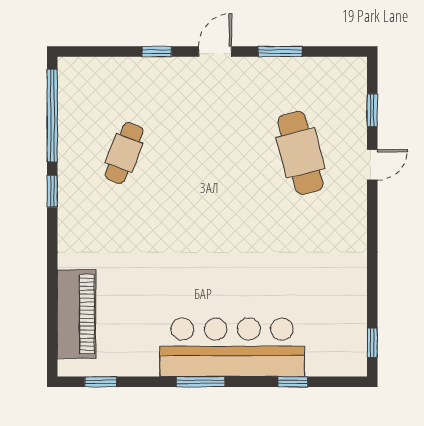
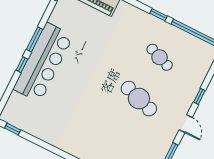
cafe table: (300, 153) -> (139, 99), moved, turned 33
window: (293, 382) -> (22, 65), moved

